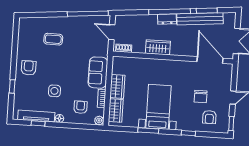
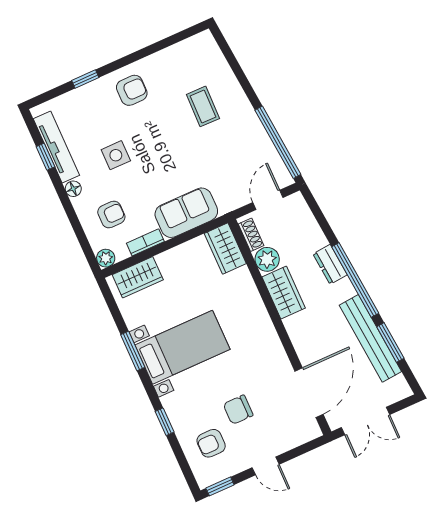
dresser: (167, 19) -> (330, 264), moved
plant: (139, 47) -> (267, 259), added
wardrobe: (117, 86) -> (225, 249), moved, turned 90

